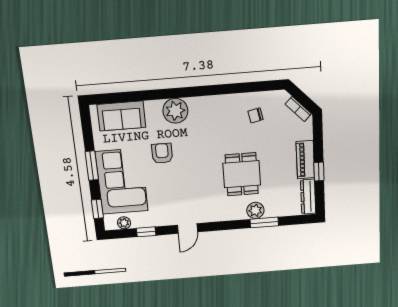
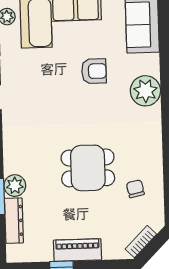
dining table: (242, 174) -> (88, 168), moved
dresser: (308, 197) -> (14, 221), moved, turned 90

